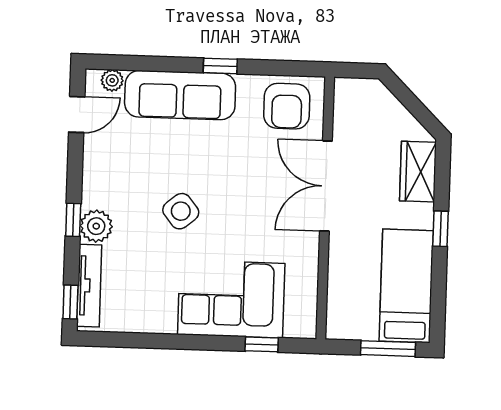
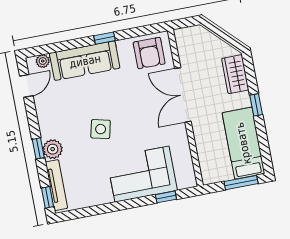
side table: (181, 211) -> (101, 129), turned -38

